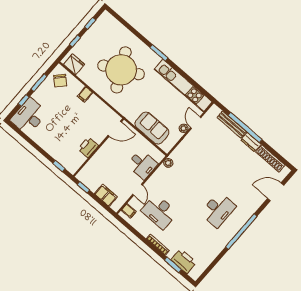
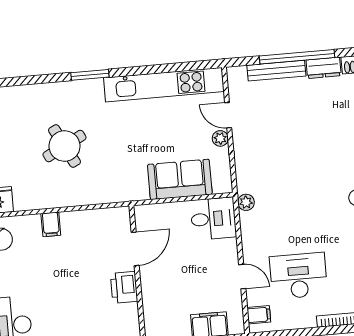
round table: (121, 70) -> (65, 146), width x0.54, depth x0.54
door: (115, 129) -> (135, 249), moved
desk: (142, 164) -> (213, 219), moved
desk: (159, 212) -> (298, 276), turned 180

